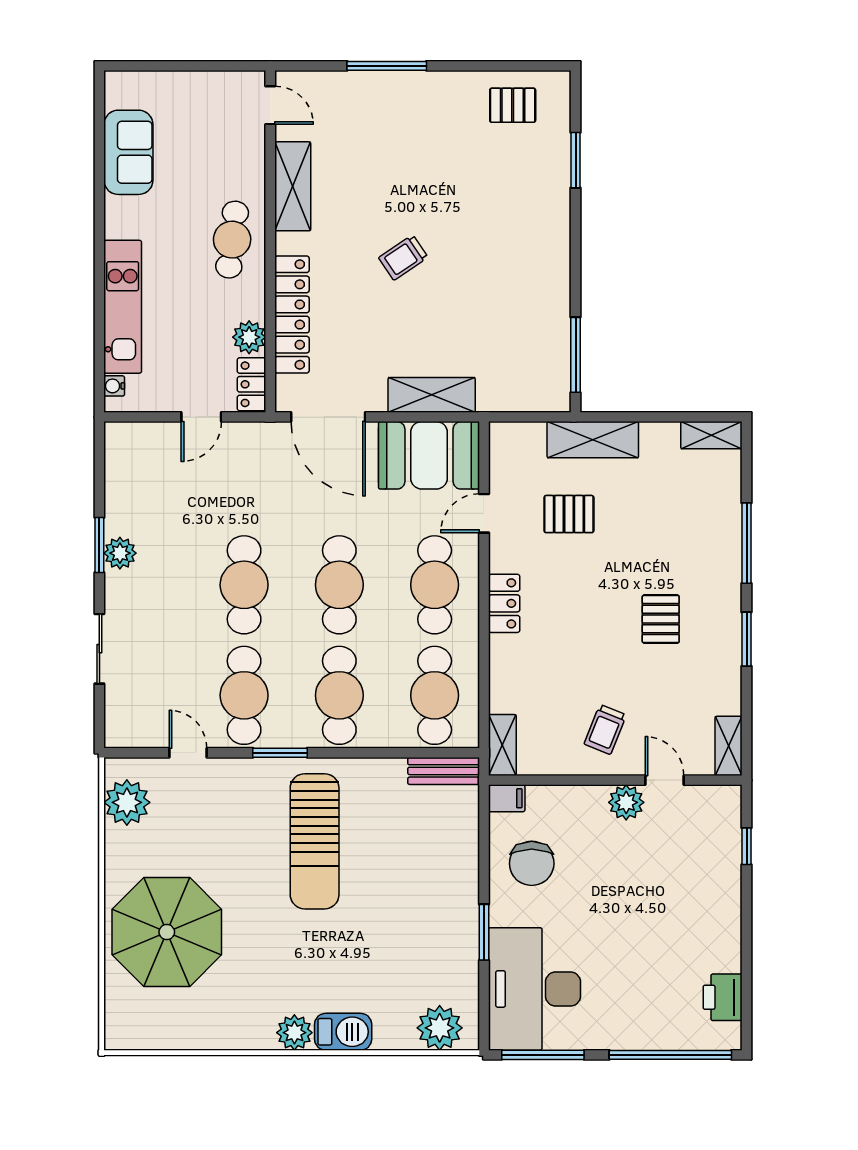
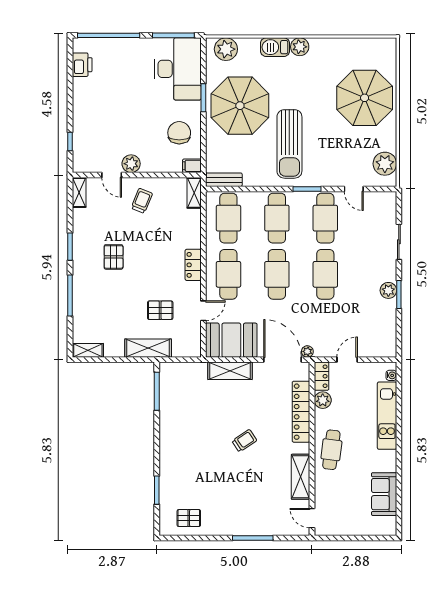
plant: (279, 433) -> (307, 351), added
sun lounger: (315, 841) -> (289, 144), turned 180
parasol: (412, 917) -> (240, 106), added

